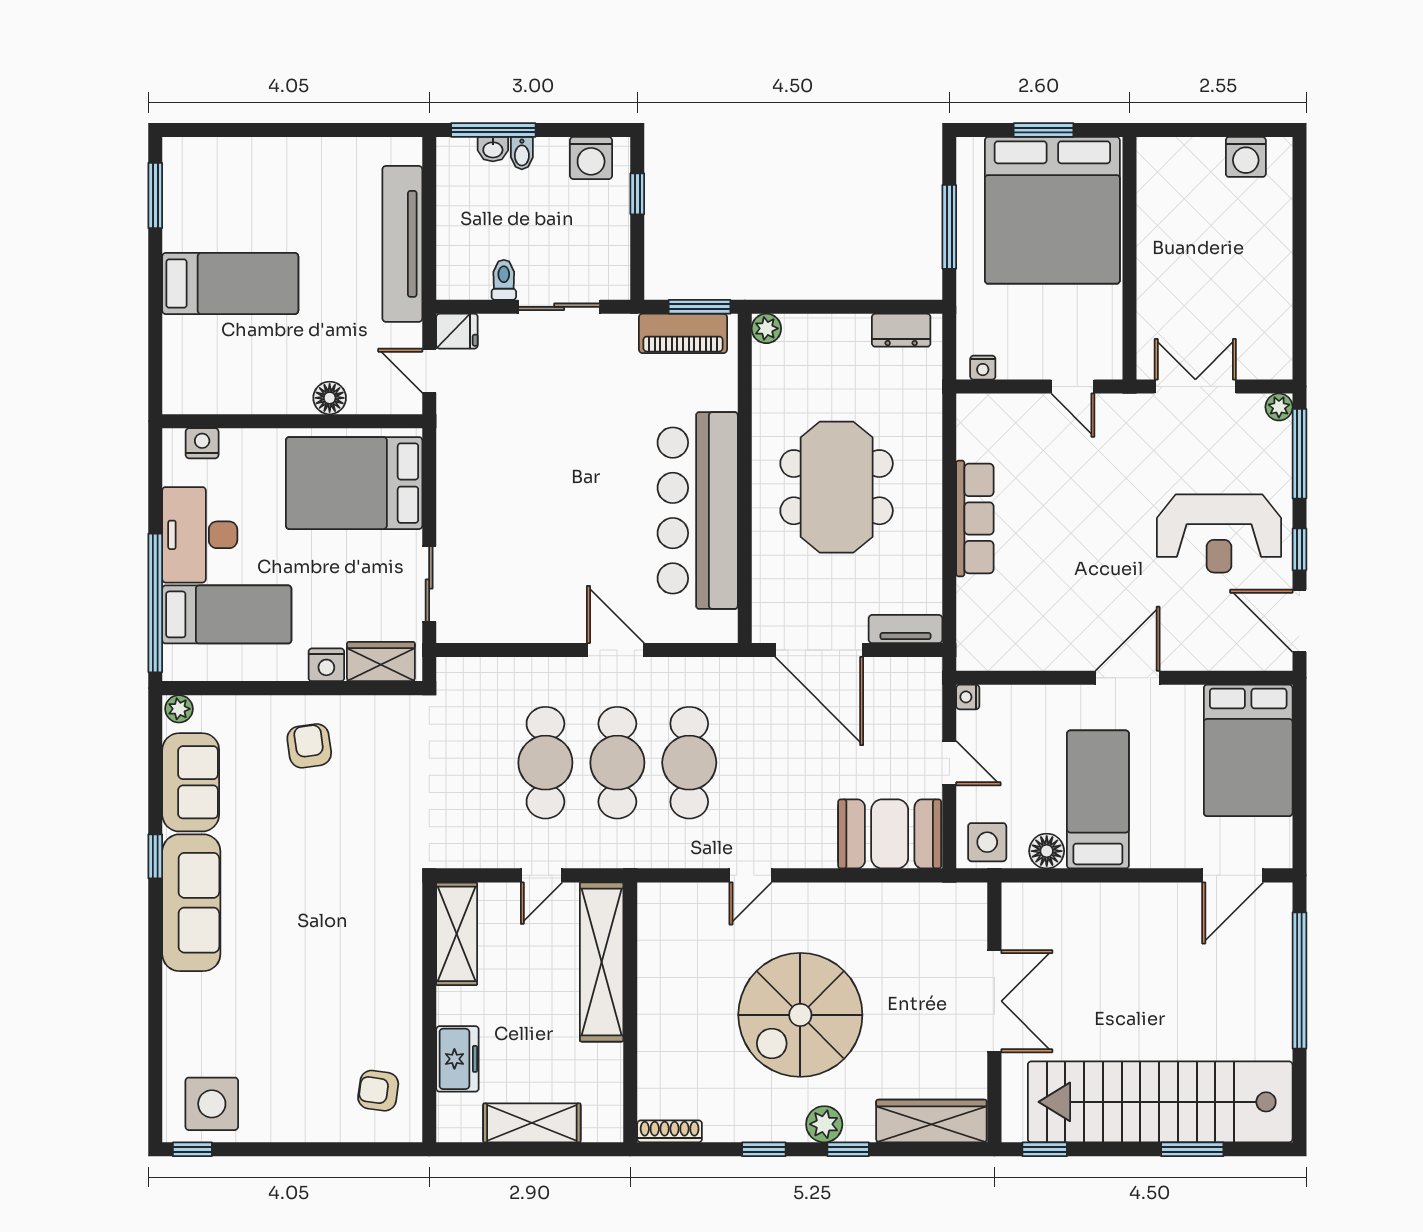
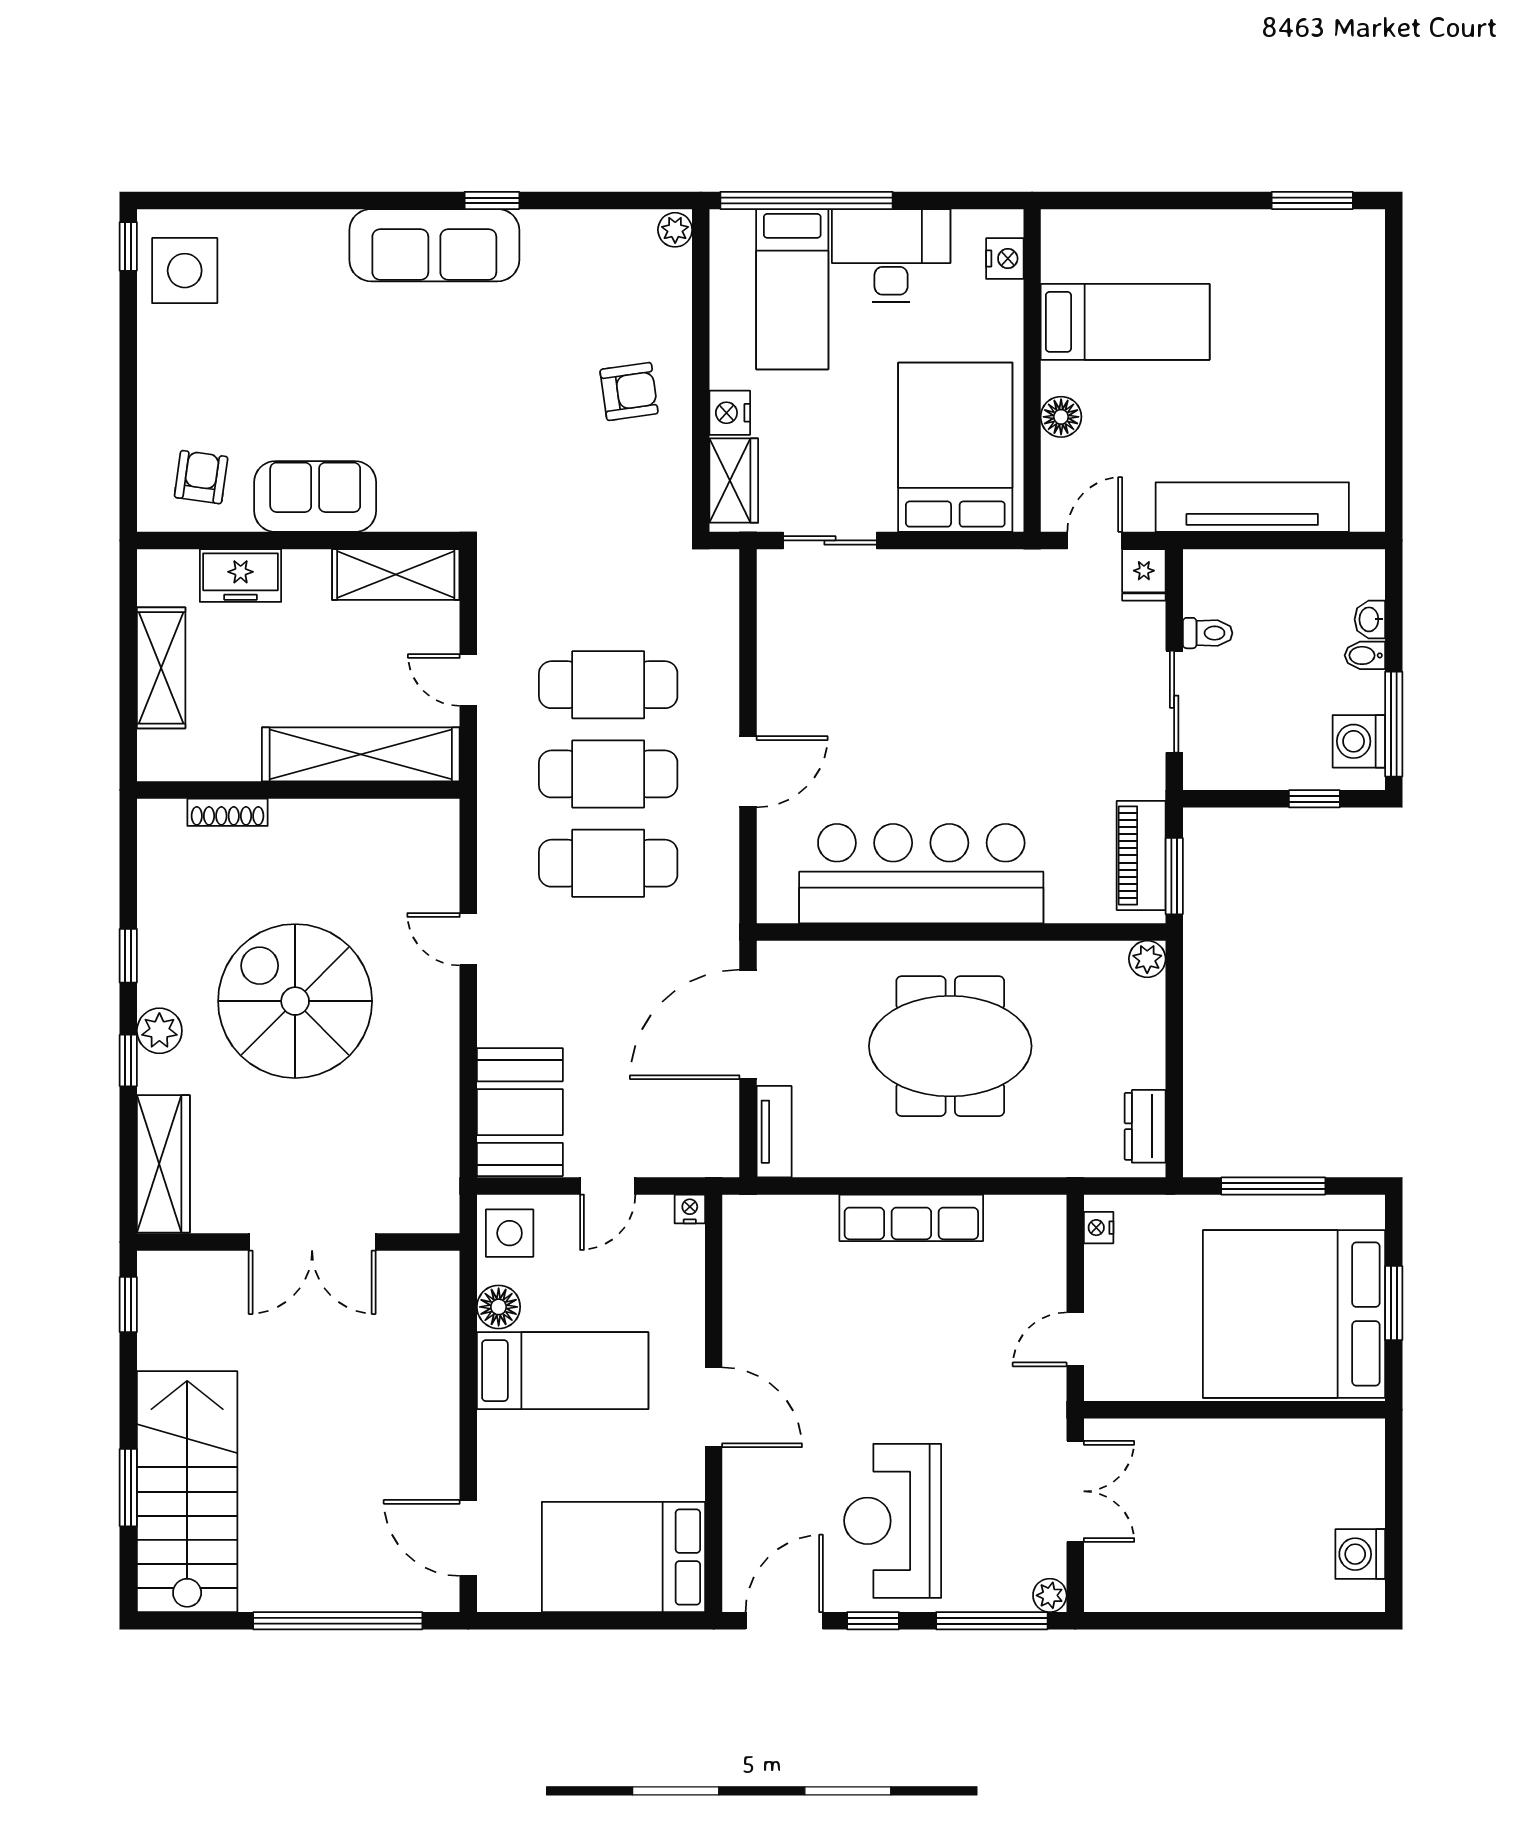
window: (493, 130) -> (1394, 724), moved
bed: (230, 284) -> (1125, 322), moved, turned -90
sofa: (191, 782) -> (315, 497), moved, turned 180
stairs: (1160, 1102) -> (187, 1492), width x0.73
shoe rack: (670, 1131) -> (228, 812), moved, turned 90

